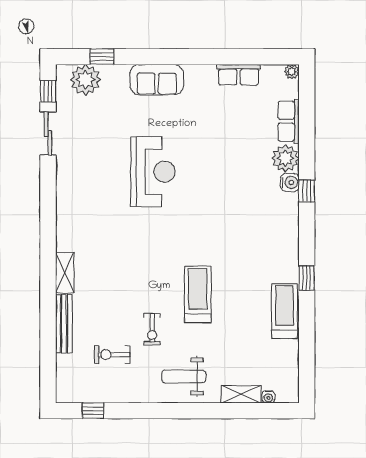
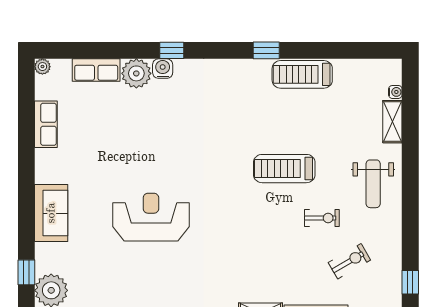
exercise bike: (112, 355) -> (349, 261), turned -120

